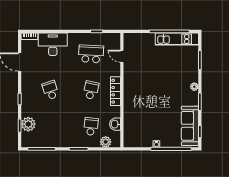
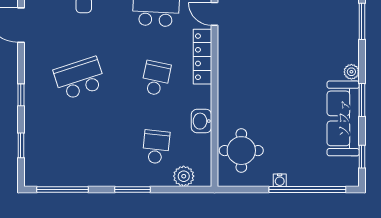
school desk: (50, 90) -> (79, 78), width x1.85
locker: (116, 91) -> (202, 57), moved
plant: (28, 124) -> (37, 143), removed
washbasin: (115, 124) -> (201, 121), moved
sofa: (190, 126) -> (343, 118), moved
round table: (136, 128) -> (241, 151), added

